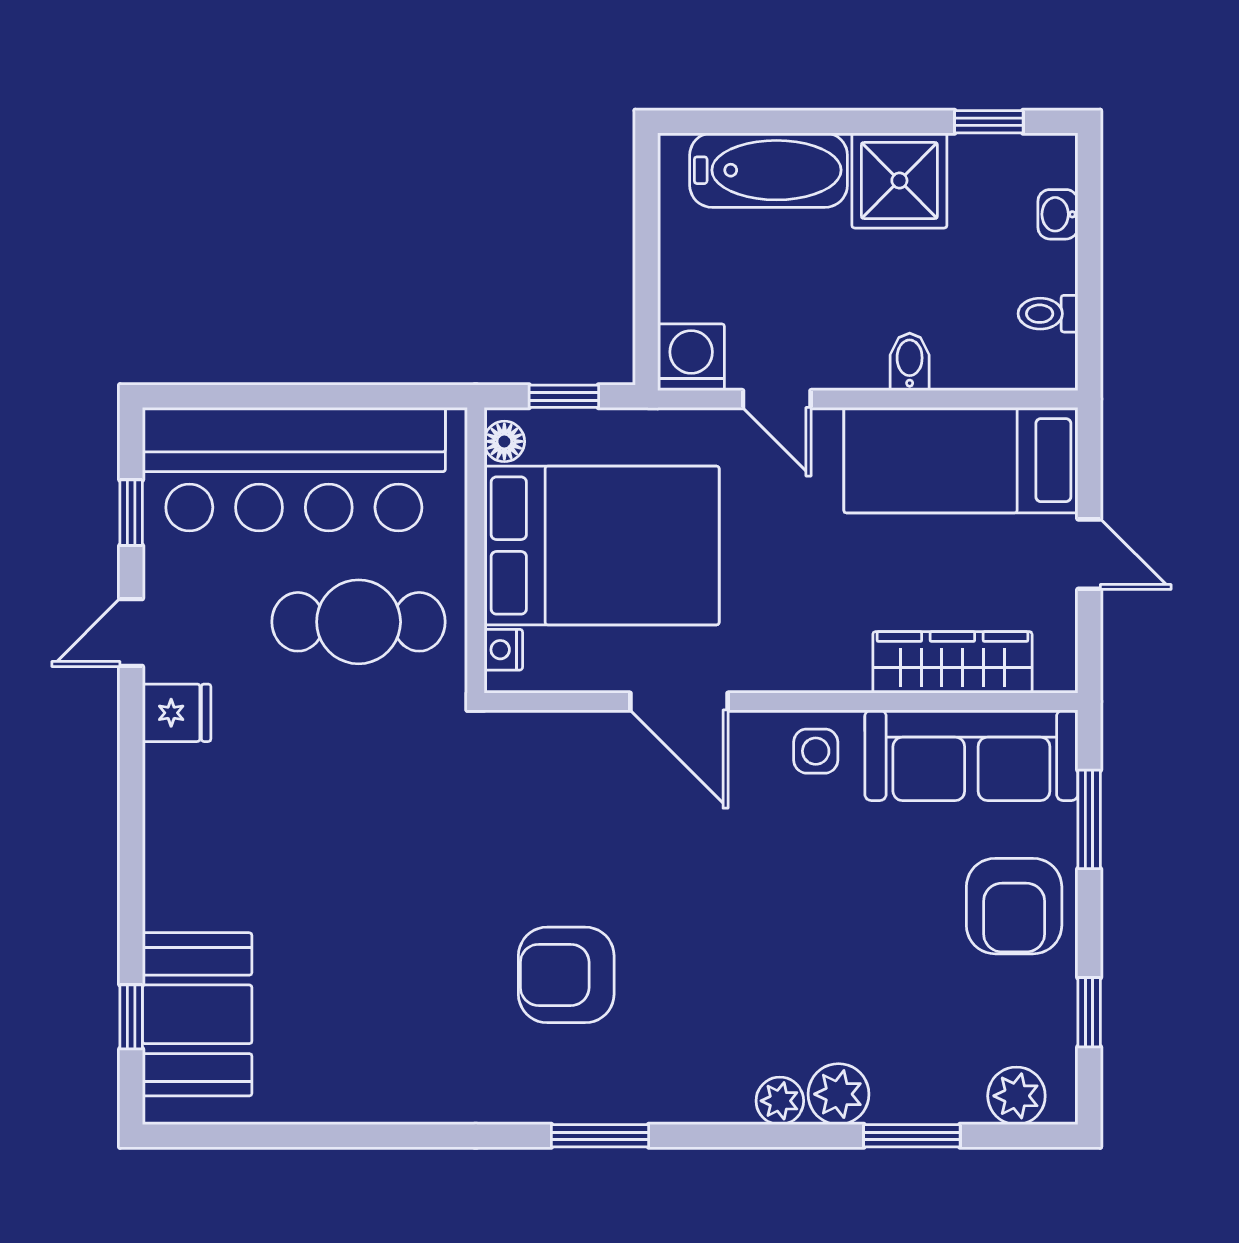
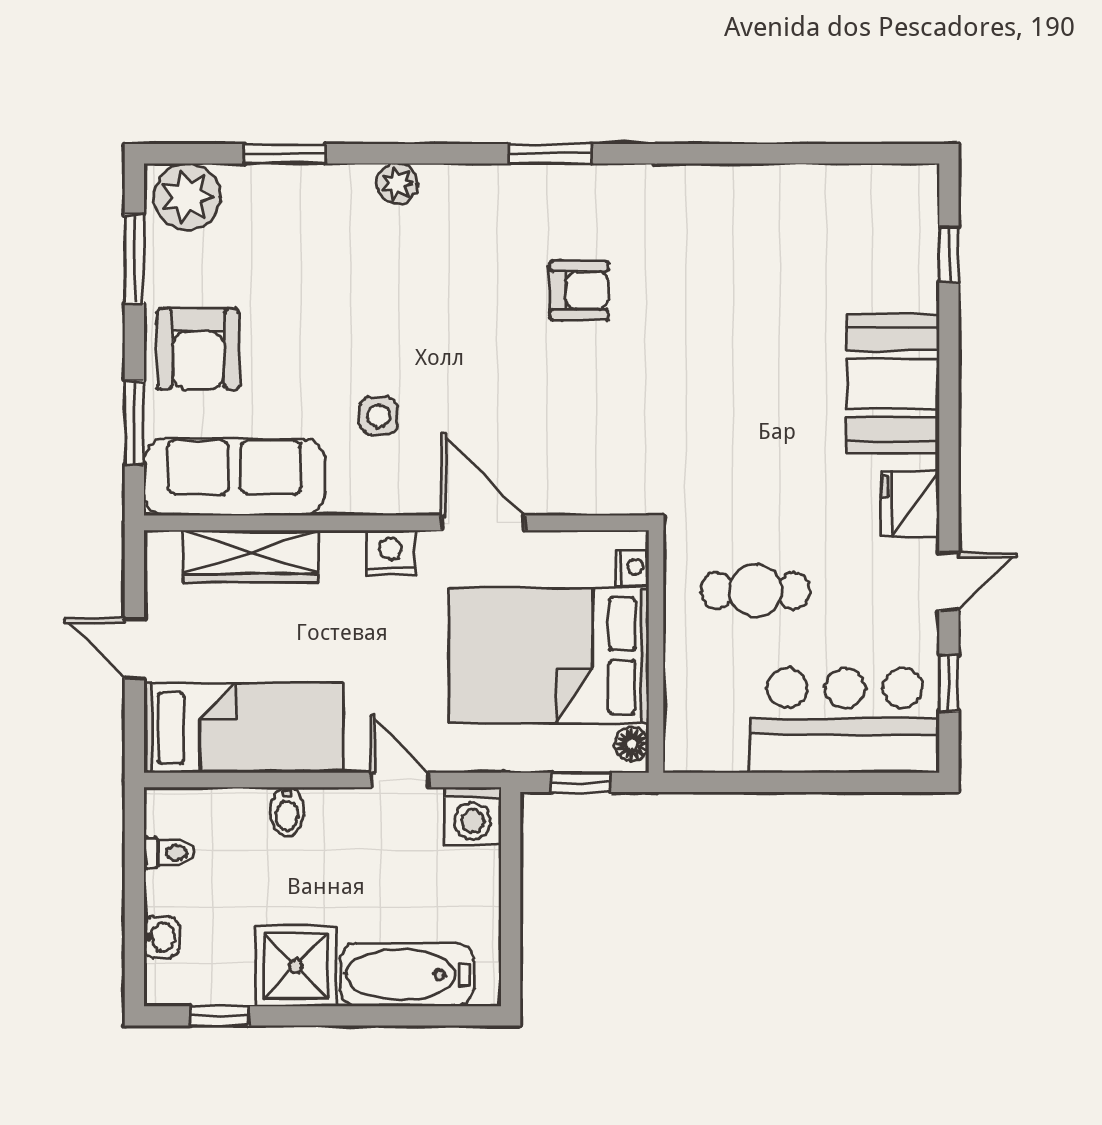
bar counter: (294, 469) -> (845, 720), width x0.73
cafe table: (359, 622) -> (756, 591), width x0.73, depth x0.74
nightstand: (788, 667) -> (390, 553), added
fridge: (177, 713) -> (910, 504), width x1.38
side table: (816, 751) -> (379, 416), moved
armchair: (1014, 906) -> (198, 349), turned 180
armchair: (566, 975) -> (579, 291), width x0.72, depth x0.72
window: (1089, 1012) -> (134, 259), width x1.50
booth: (197, 1014) -> (893, 384), moved
plant: (839, 1094) -> (347, 189), removed
plant: (1016, 1096) -> (187, 197), width x1.36, depth x1.36

